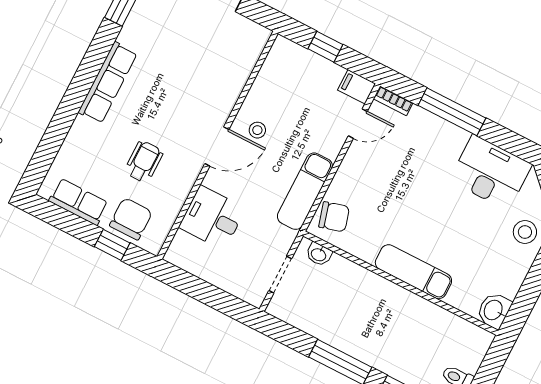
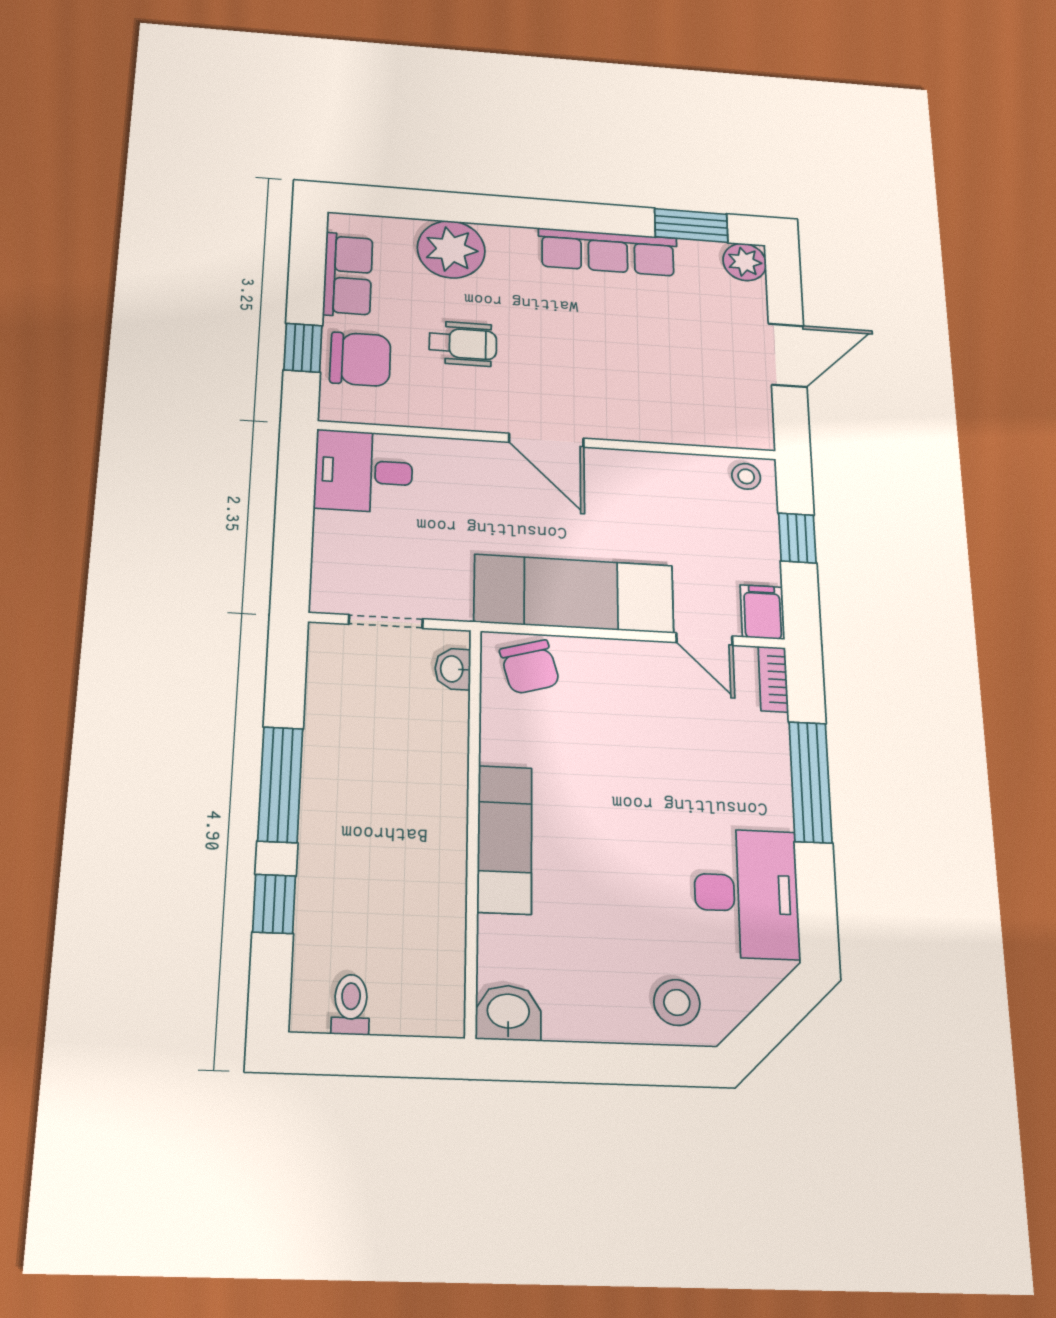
row of seats: (108, 83) -> (608, 252), moved
stool: (257, 130) -> (746, 476), moved
plant: (85, 140) -> (451, 249), added
exam couch: (305, 191) -> (574, 594), width x1.36, depth x1.45
desk: (212, 218) -> (364, 471), moved, turned -90

